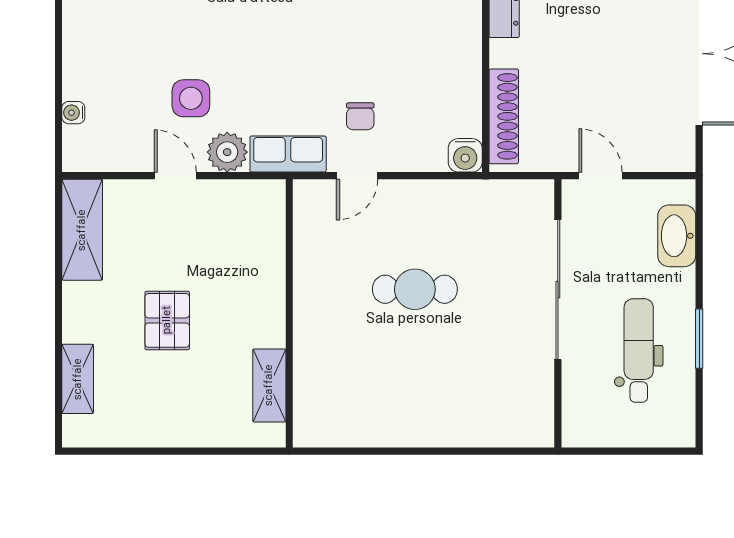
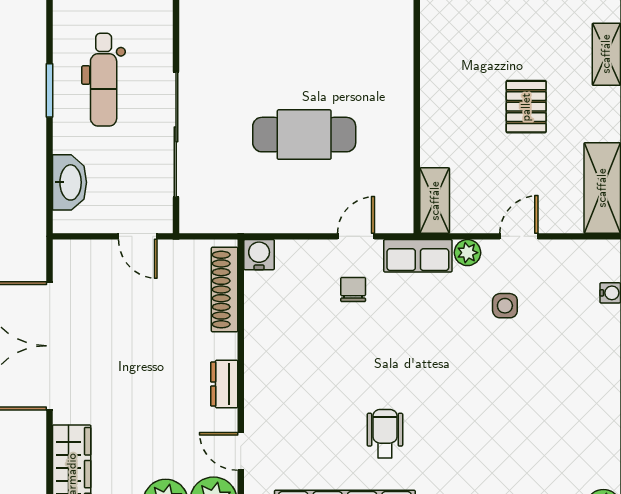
side table: (191, 98) -> (505, 306), width x0.73, depth x0.73
plant: (227, 152) -> (467, 253), width x0.73, depth x0.73
door: (175, 176) -> (519, 236), swing flipped
cafe table: (415, 289) -> (304, 135), width x1.37, depth x1.35
shelving: (269, 385) -> (435, 201), moved

